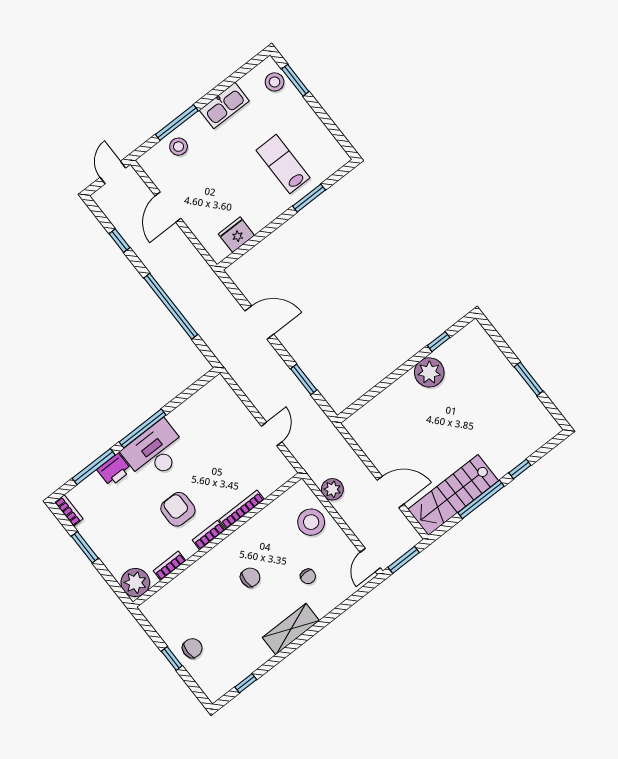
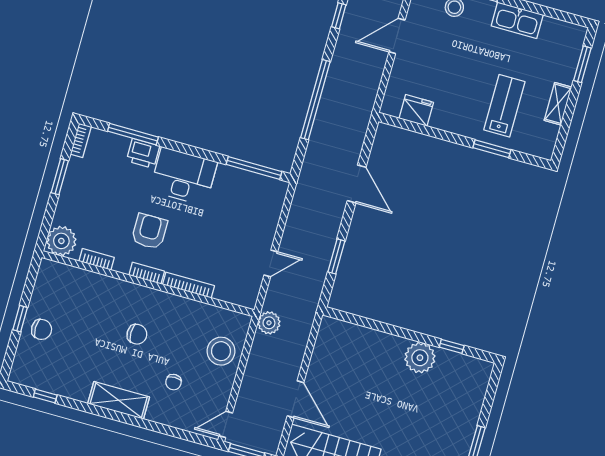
stool: (275, 82) -> (568, 48), removed
shelving: (312, 122) -> (558, 104), added
window: (143, 428) -> (254, 168), moved
plant: (332, 489) -> (269, 323), moved

